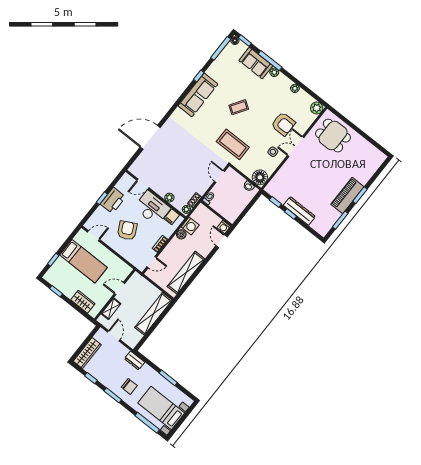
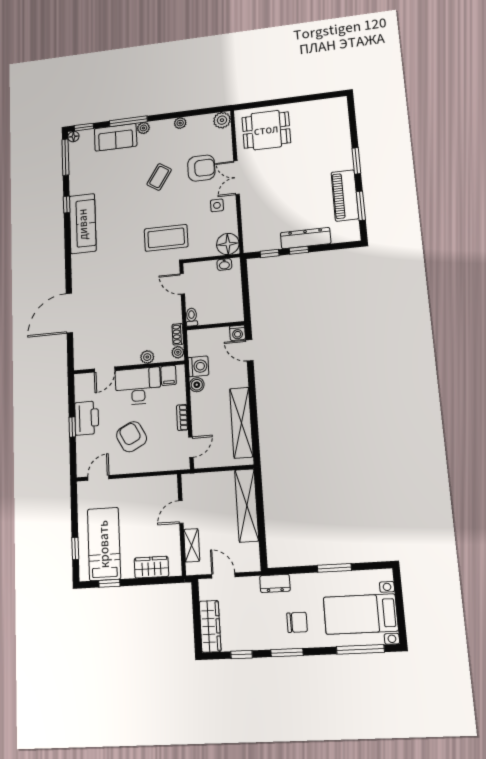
coffee table: (239, 107) -> (159, 177), moved
piano: (347, 195) -> (345, 195), moved
bed: (83, 261) -> (104, 544), moved, turned -90

